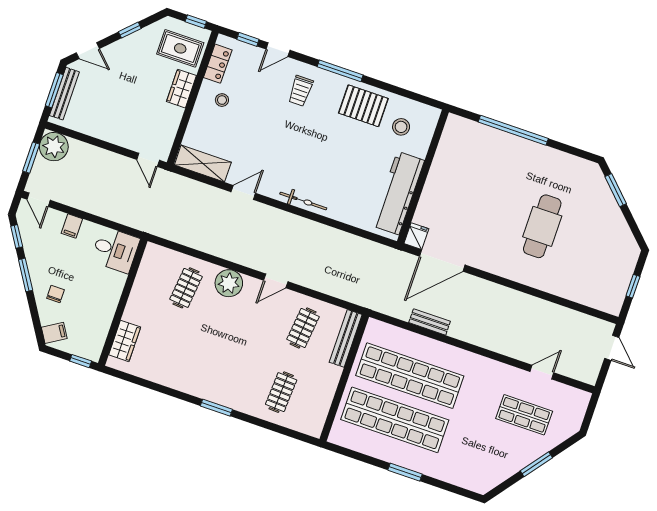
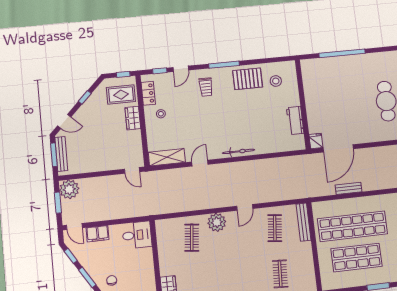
workbench: (398, 193) -> (295, 120), width x0.53, depth x0.76
filing cabinet: (72, 226) -> (98, 234), width x2.00
shop shelf: (395, 420) -> (357, 257), width x0.71

